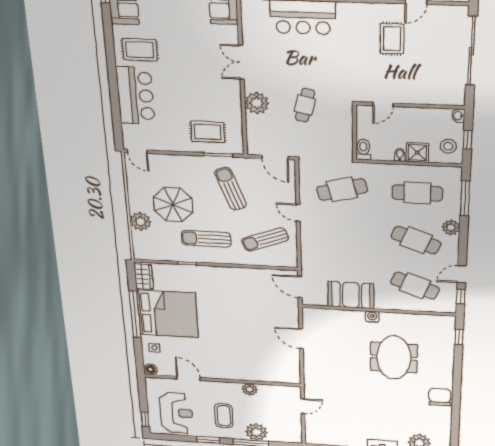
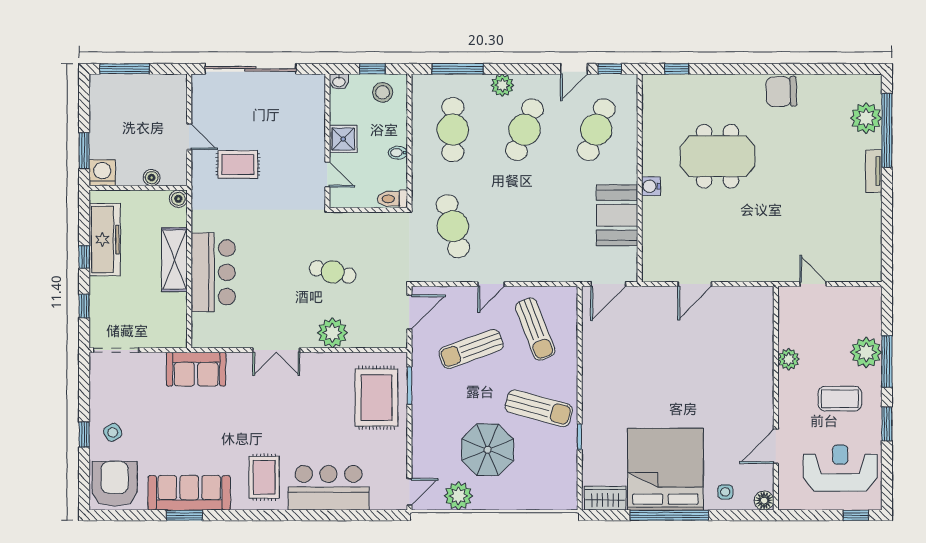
rug: (208, 132) -> (376, 398), width x1.36, depth x1.43
shower: (417, 153) -> (343, 139), moved
sun lounger: (231, 189) -> (471, 349), moved
plant: (140, 221) -> (458, 496), moved
sun lounger: (206, 239) -> (539, 408), turned -75
door: (462, 274) -> (574, 69), hinge flipped

